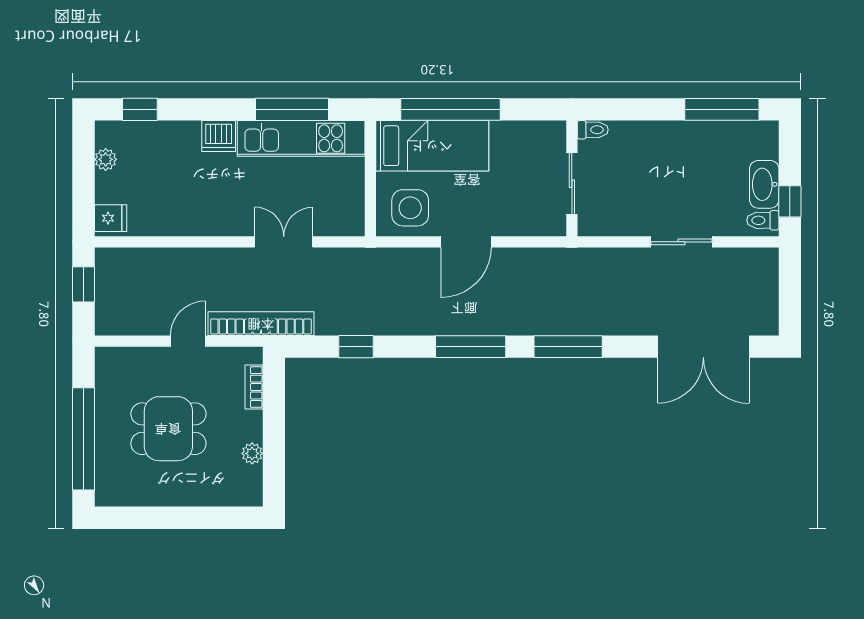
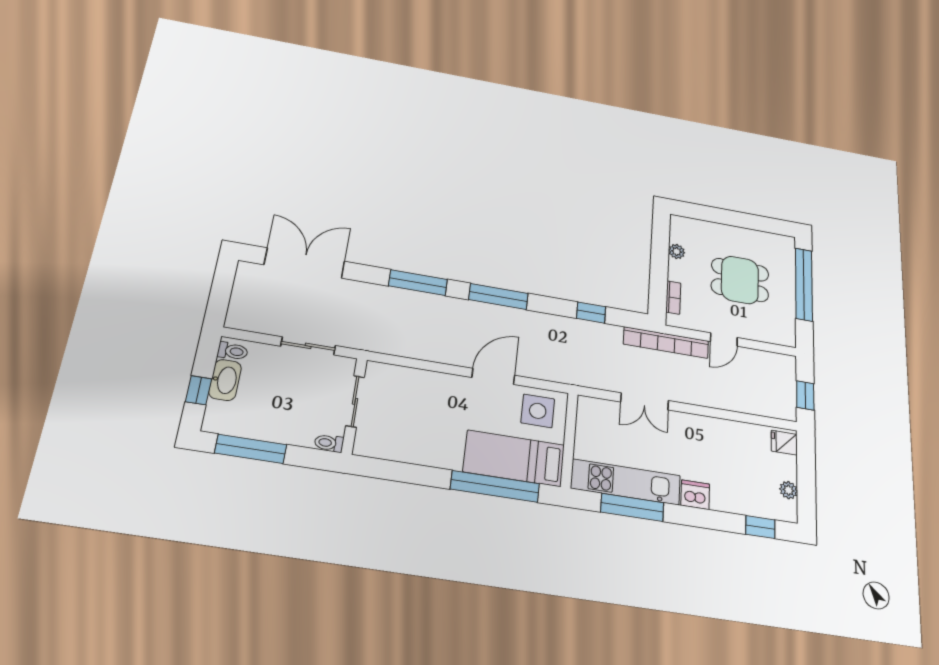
toilet: (593, 130) -> (329, 443), moved
wall: (572, 178) -> (354, 406), moved
sliding door: (572, 184) -> (355, 401), moved
window: (790, 201) -> (199, 390), moved

